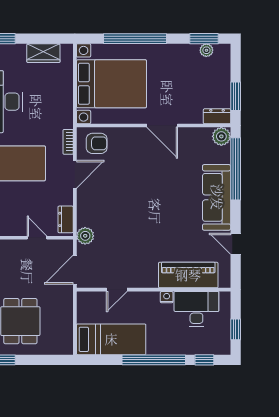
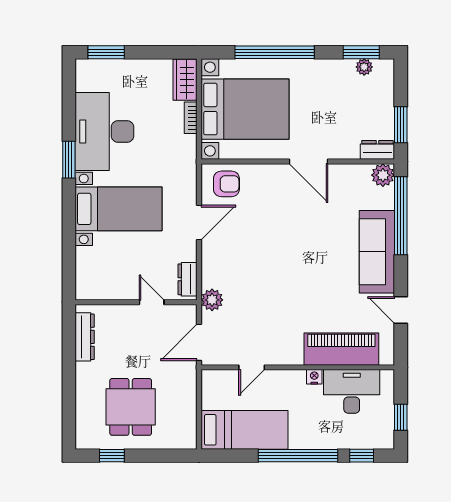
wardrobe: (43, 53) -> (185, 80), moved, turned 90
bookcase: (68, 142) -> (191, 118), moved

